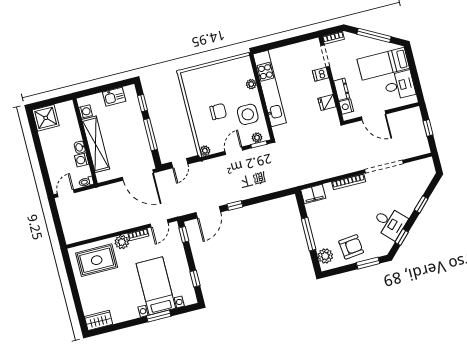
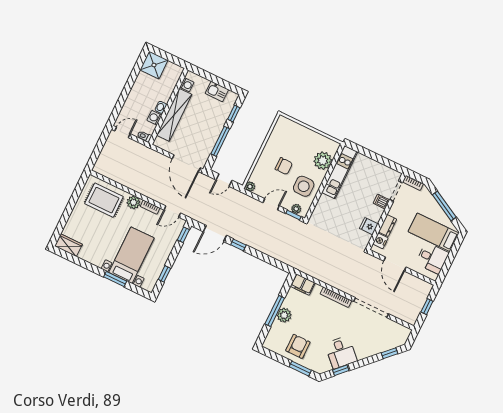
plant: (251, 84) -> (323, 161), width x1.88, depth x1.88
kitchen unit: (270, 88) -> (340, 172), width x0.73
window: (421, 204) -> (389, 353), moved
armchair: (351, 247) -> (298, 346), turned -84
plant: (325, 256) -> (284, 315), moved

